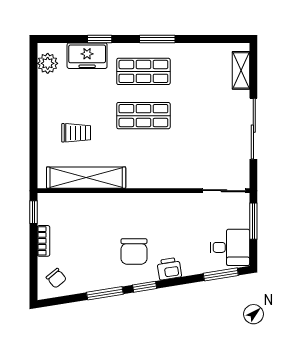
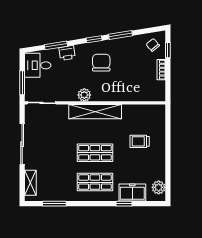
window: (157, 39) -> (54, 204), moved
shelving: (86, 178) -> (95, 112), moved
plant: (160, 203) -> (84, 95), added
window: (34, 212) -> (168, 50), moved
printer: (169, 269) -> (67, 53), moved
window: (221, 274) -> (56, 45), moved

